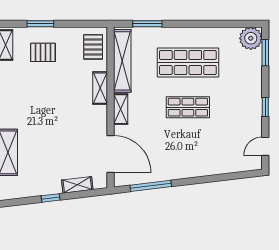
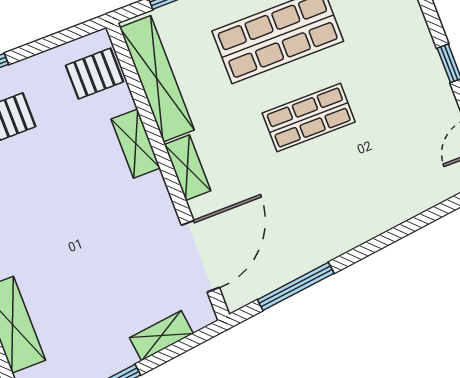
pallet: (93, 47) -> (94, 74), turned 90
door: (111, 154) -> (200, 256), hinge flipped

